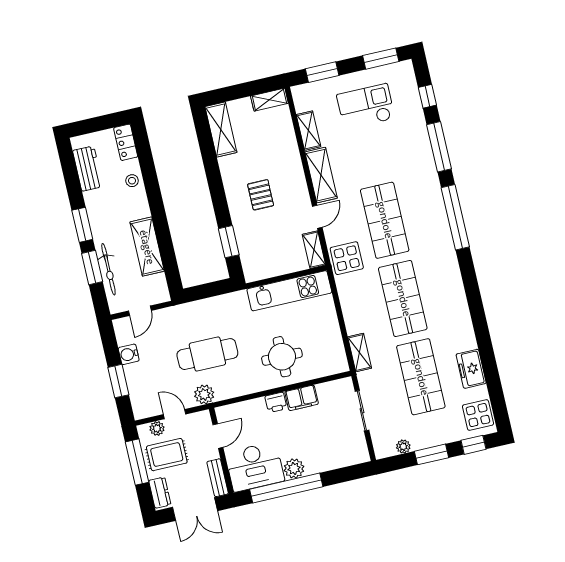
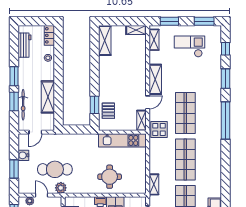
shelving: (309, 131) -> (154, 40), moved
window: (439, 147) -> (226, 79), width x0.69
pallet: (261, 195) -> (108, 111), moved
cafe table: (207, 354) -> (55, 169), moved

